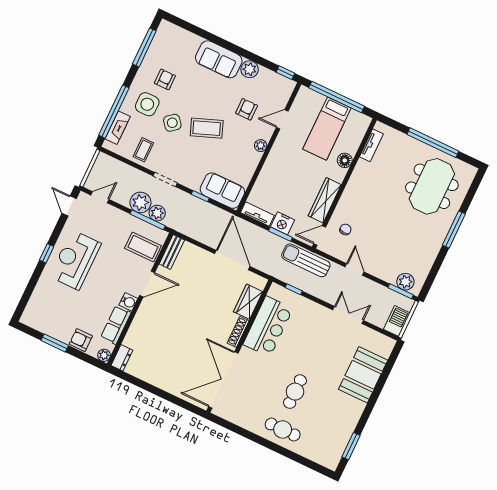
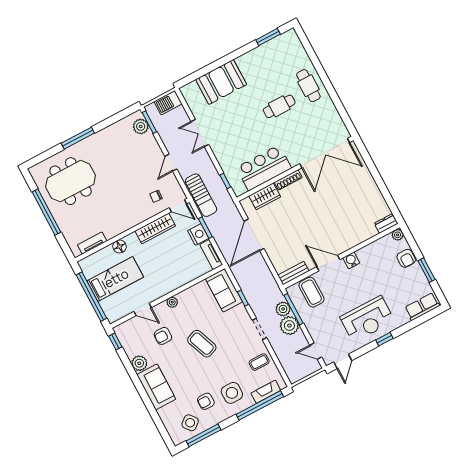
side table: (172, 123) -> (190, 423), moved
row of seats: (116, 325) -> (422, 307), moved, turned 180

